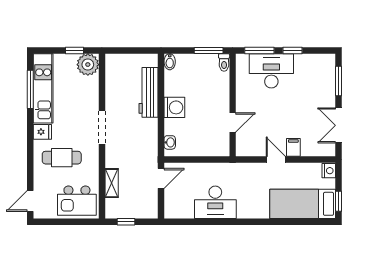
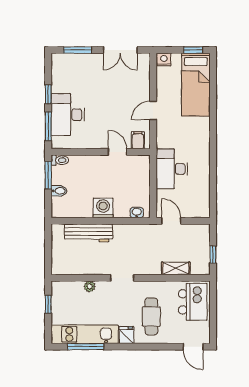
bidet: (170, 62) -> (59, 191), moved
plant: (88, 65) -> (90, 286), moved, width x0.53, depth x0.53
doorway: (102, 127) -> (122, 278), width x0.73
filing cabinet: (293, 147) -> (138, 140), moved, turned 90
desk: (215, 202) -> (172, 169), moved, turned 180

